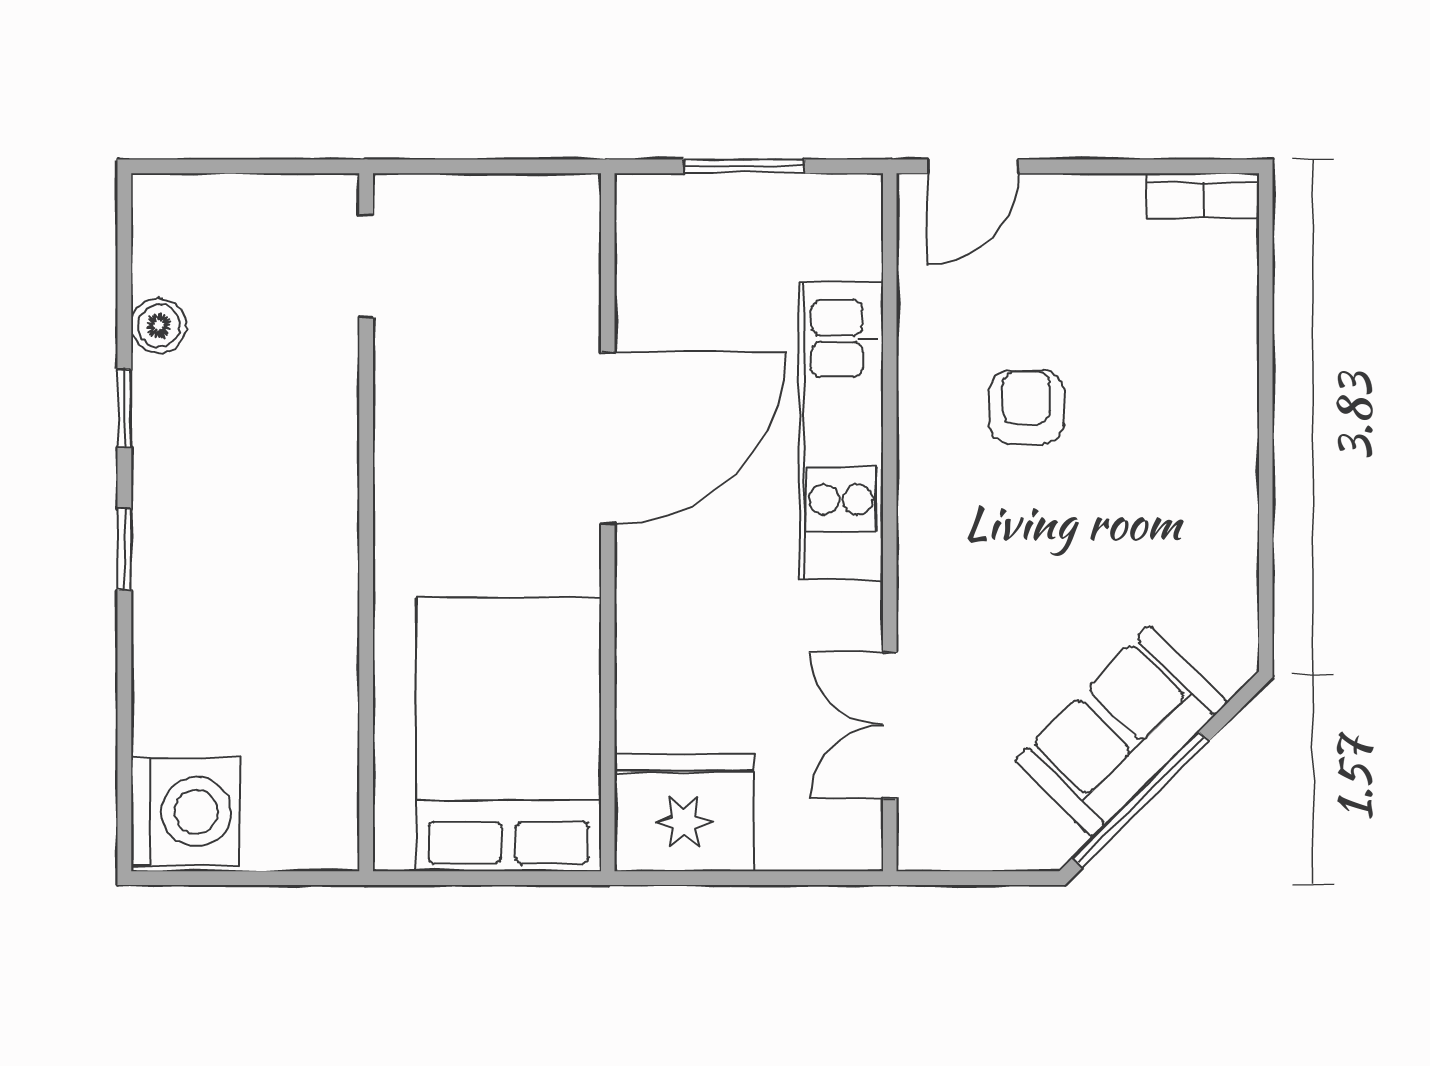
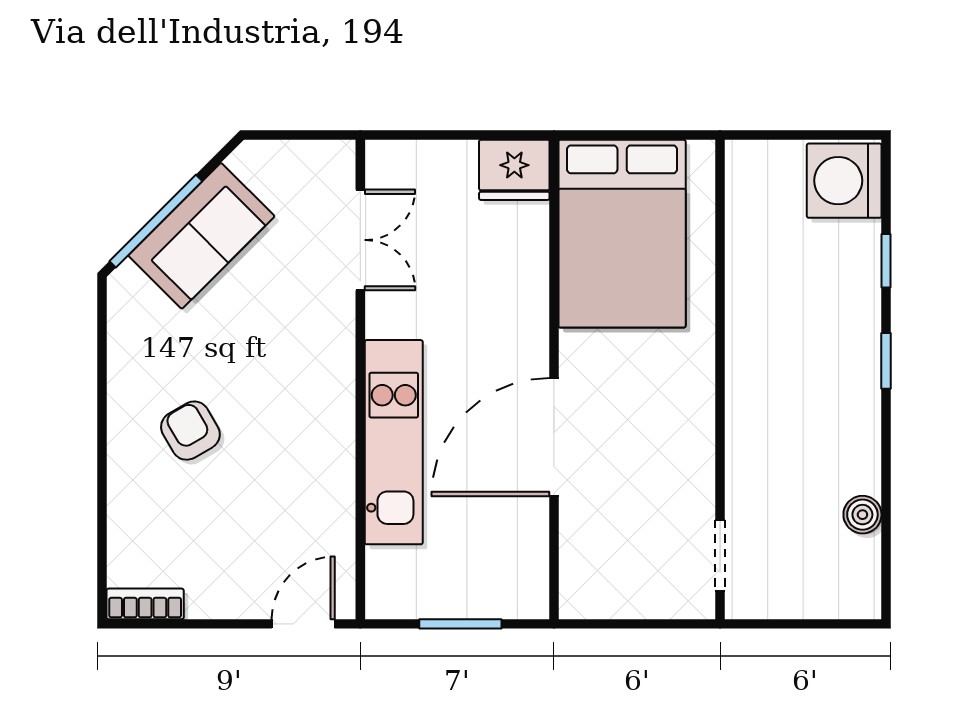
armchair: (1026, 407) -> (190, 431), moved, turned 150
window: (124, 408) -> (886, 261), moved
window: (1141, 800) -> (156, 221), moved
fridge: (684, 813) -> (514, 170), width x0.73, depth x0.75

